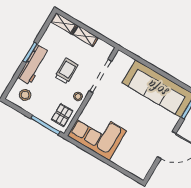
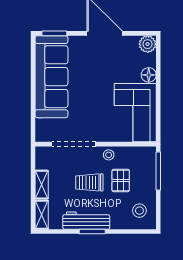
workbench: (33, 65) -> (86, 221), moved
pallet: (62, 115) -> (121, 180), moved, turned 90
floor lamp: (118, 159) -> (149, 75), added
plant: (141, 171) -> (148, 44), added

